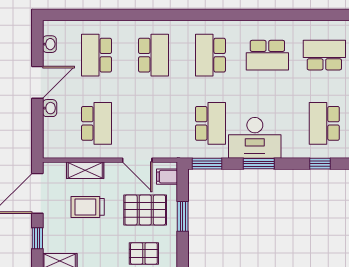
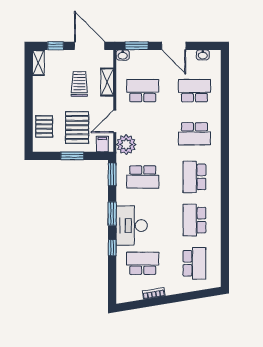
school desk: (210, 55) -> (194, 177), turned -90
washbasin: (50, 108) -> (123, 55), moved
school desk: (97, 123) -> (143, 91), turned 180
window: (37, 131) -> (137, 46), added
desk: (255, 138) -> (132, 226), moved
plant: (168, 145) -> (126, 145), added
window: (320, 164) -> (112, 248), moved

